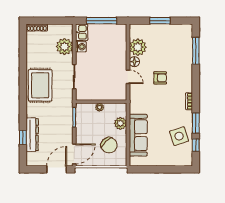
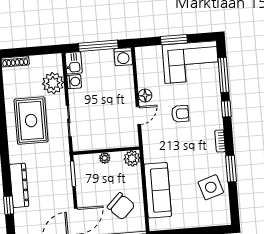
washing machine: (120, 31) -> (123, 57), added
corner sofa: (171, 39) -> (191, 62), added
plant: (138, 47) -> (148, 76), removed
door: (128, 77) -> (138, 116), hinge flipped
rug: (40, 85) -> (31, 121), moved
plant: (120, 123) -> (132, 158), moved
dresser: (32, 135) -> (19, 185), moved
window: (196, 145) -> (226, 109), moved

